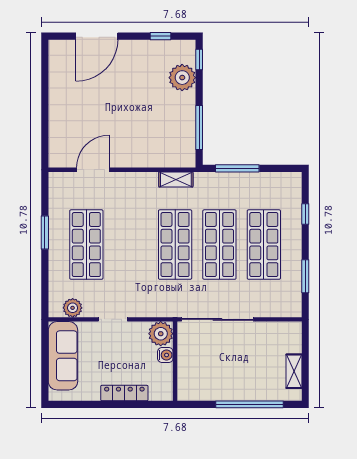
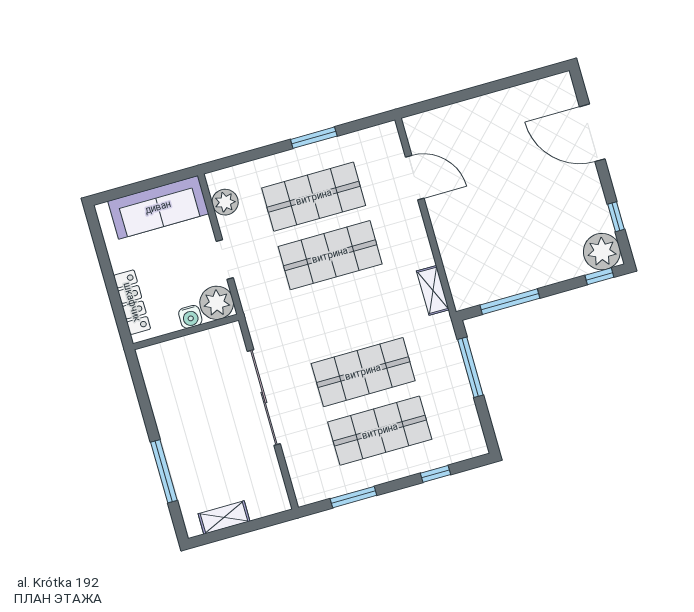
plant: (182, 78) -> (602, 252), moved
shop shelf: (175, 245) -> (330, 255), moved
plant: (161, 334) -> (217, 303), moved
water cooler: (165, 355) -> (190, 317), moved
wall: (175, 361) -> (186, 332), moved
window: (249, 404) -> (164, 471), width x0.68

